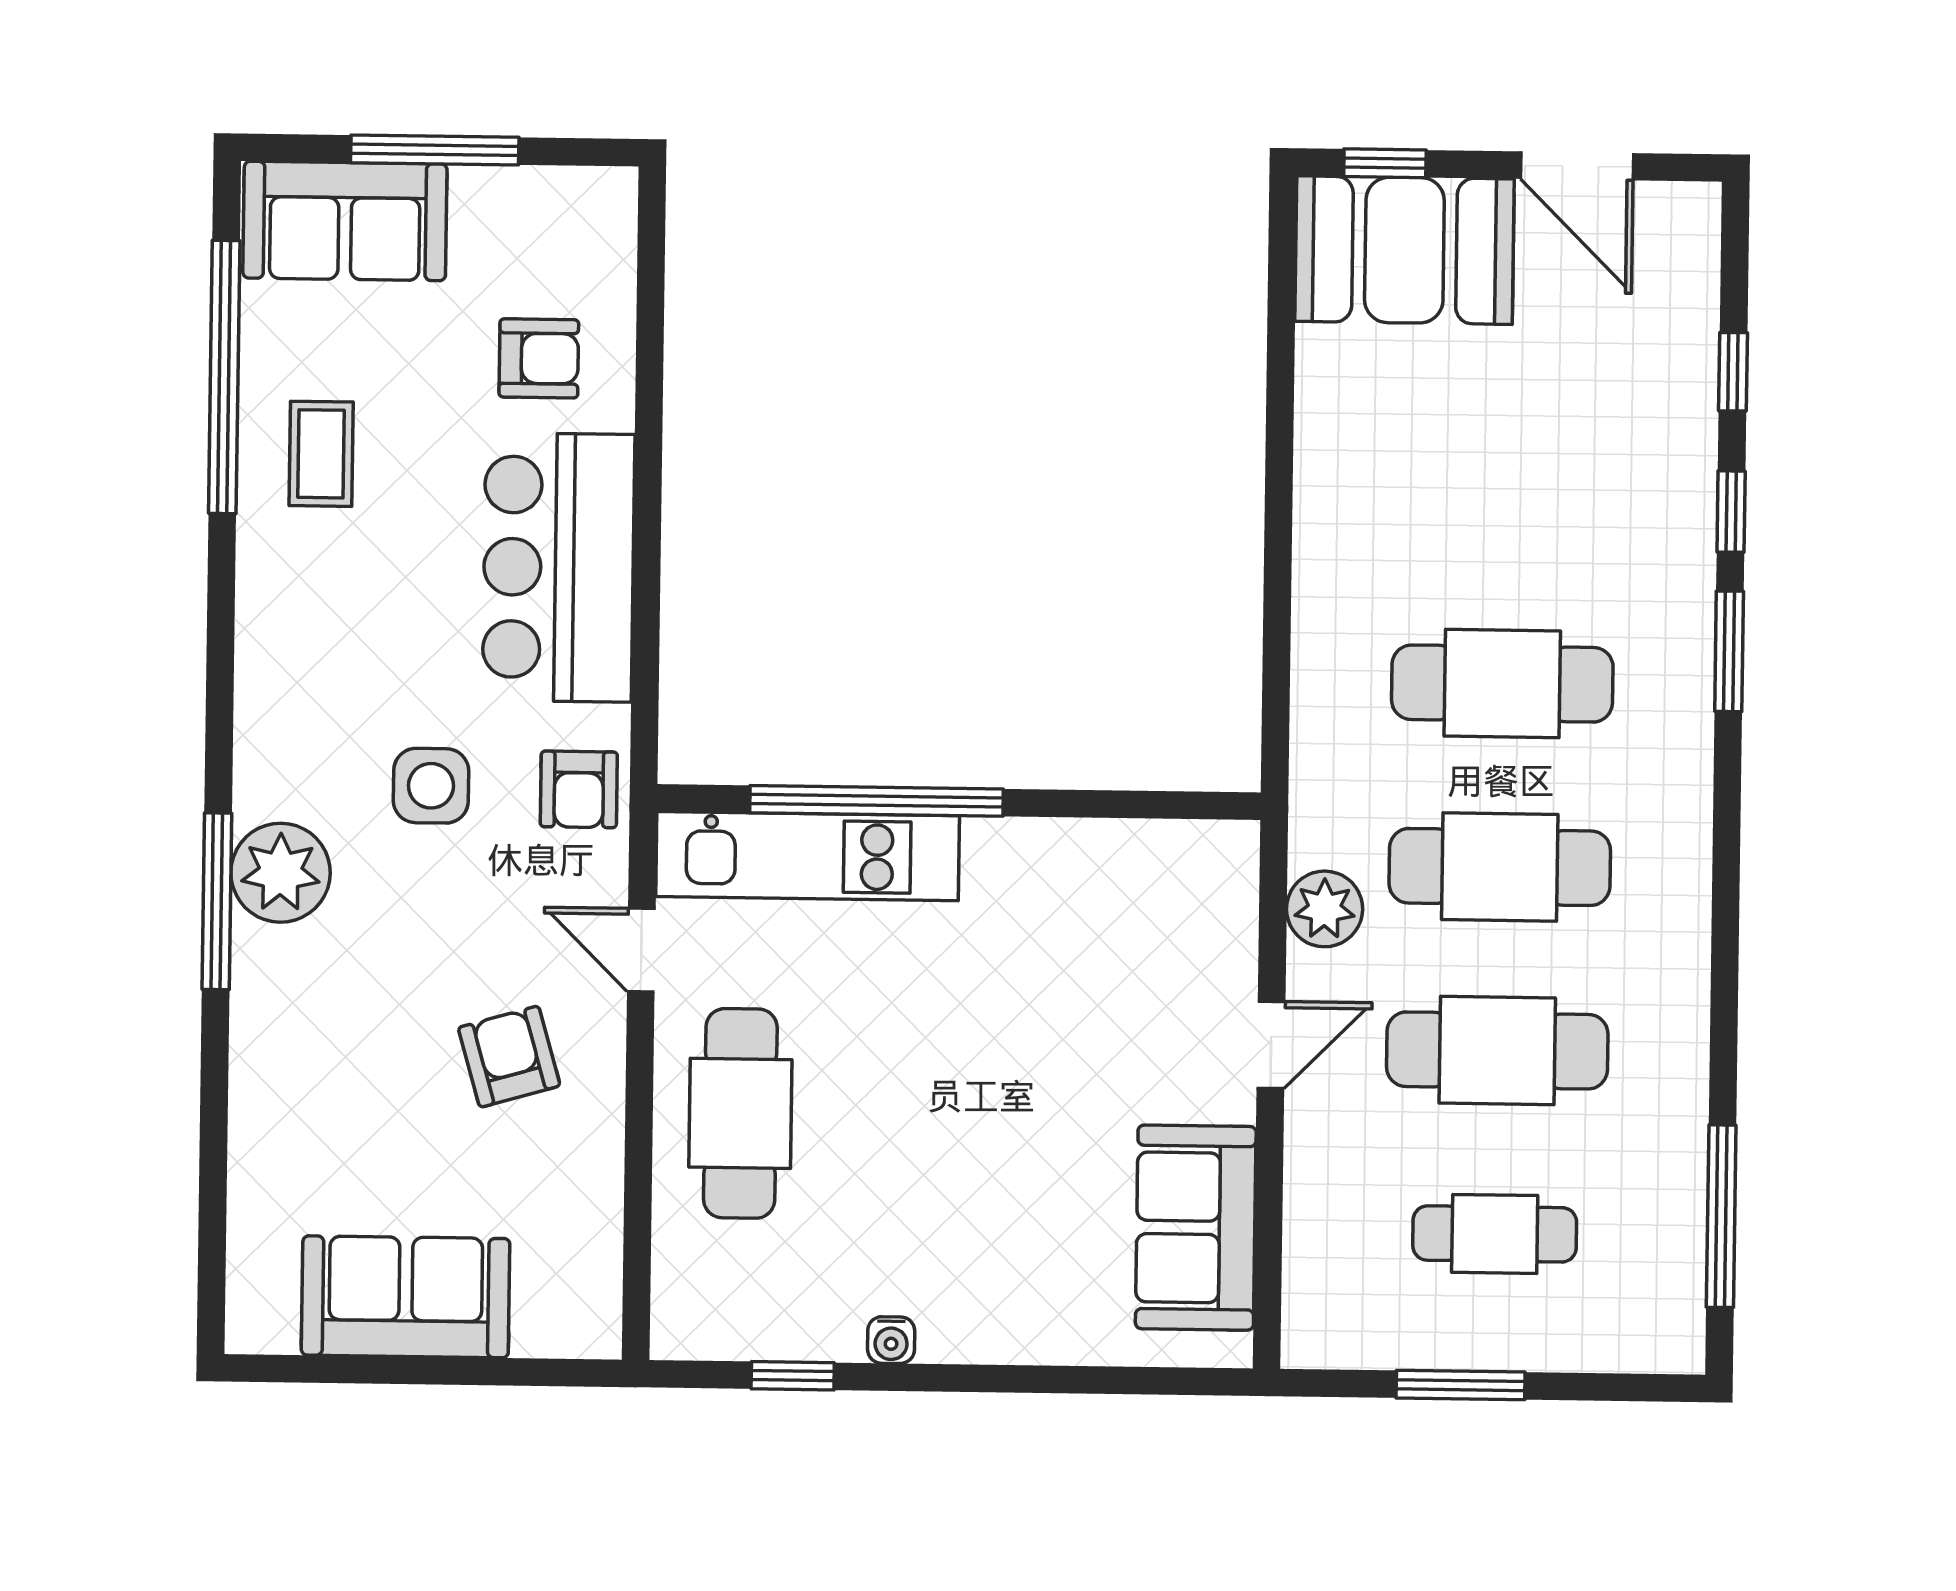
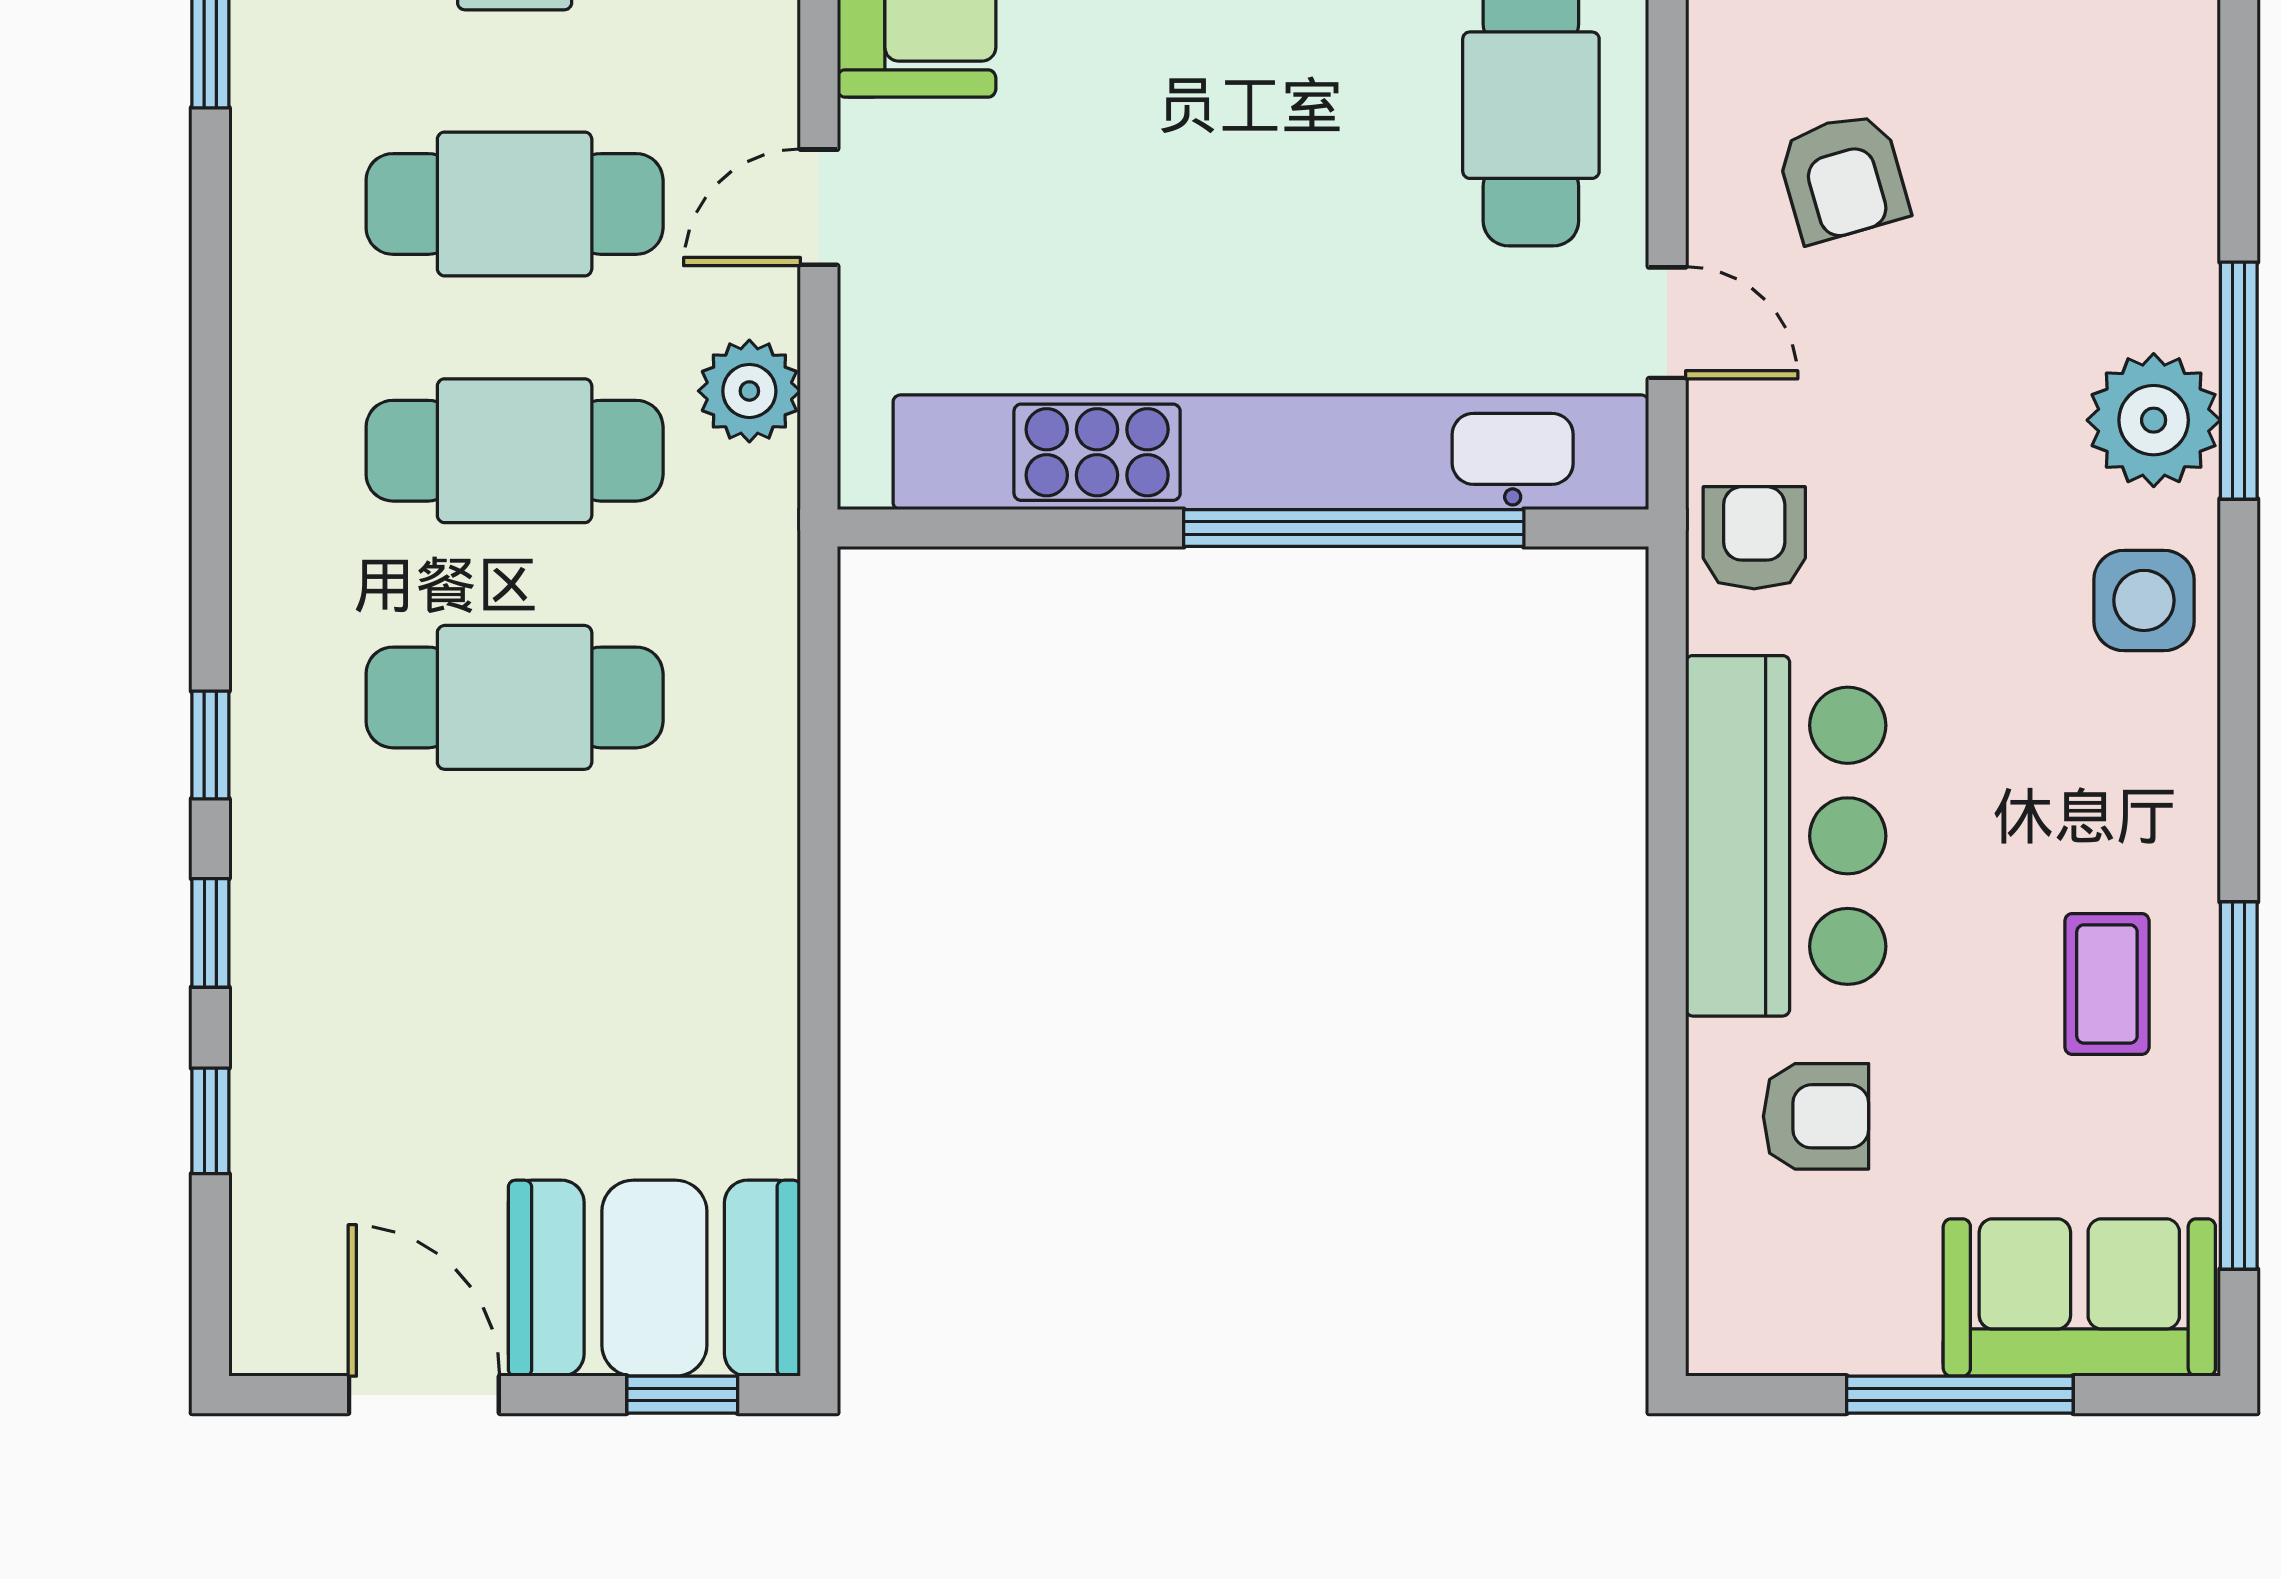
armchair: (539, 358) -> (1816, 1116), turned 180
window: (1729, 651) -> (210, 745), width x0.67
side table: (431, 786) -> (2144, 600), moved
kitchen unit: (808, 856) -> (1271, 452), width x1.86

